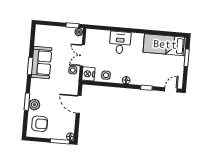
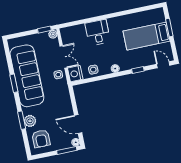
bed: (165, 45) -> (146, 36), moved
double door: (82, 55) -> (64, 57), swing flipped
sofa: (41, 62) -> (27, 76), width x1.85, depth x1.27
door: (171, 90) -> (163, 65), hinge flipped
door: (79, 104) -> (78, 124), moved
armchair: (40, 124) -> (41, 139), turned 90

